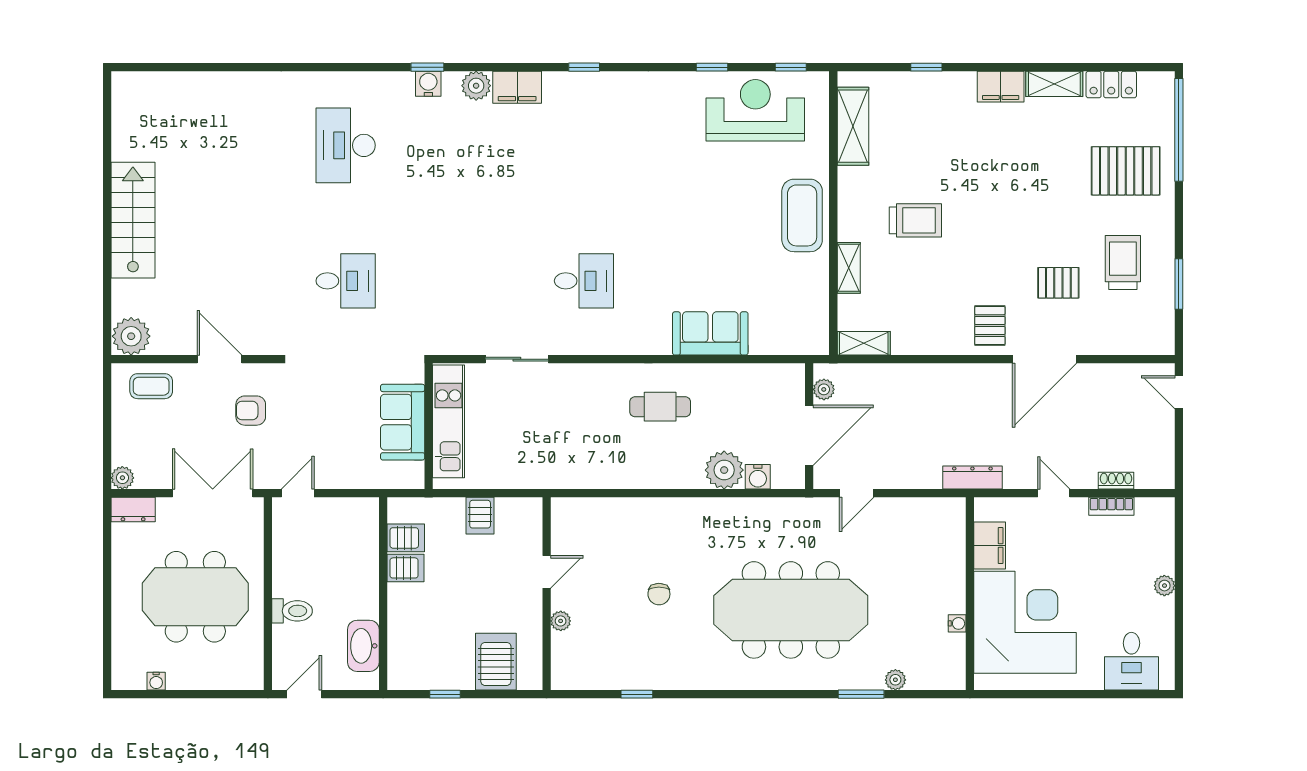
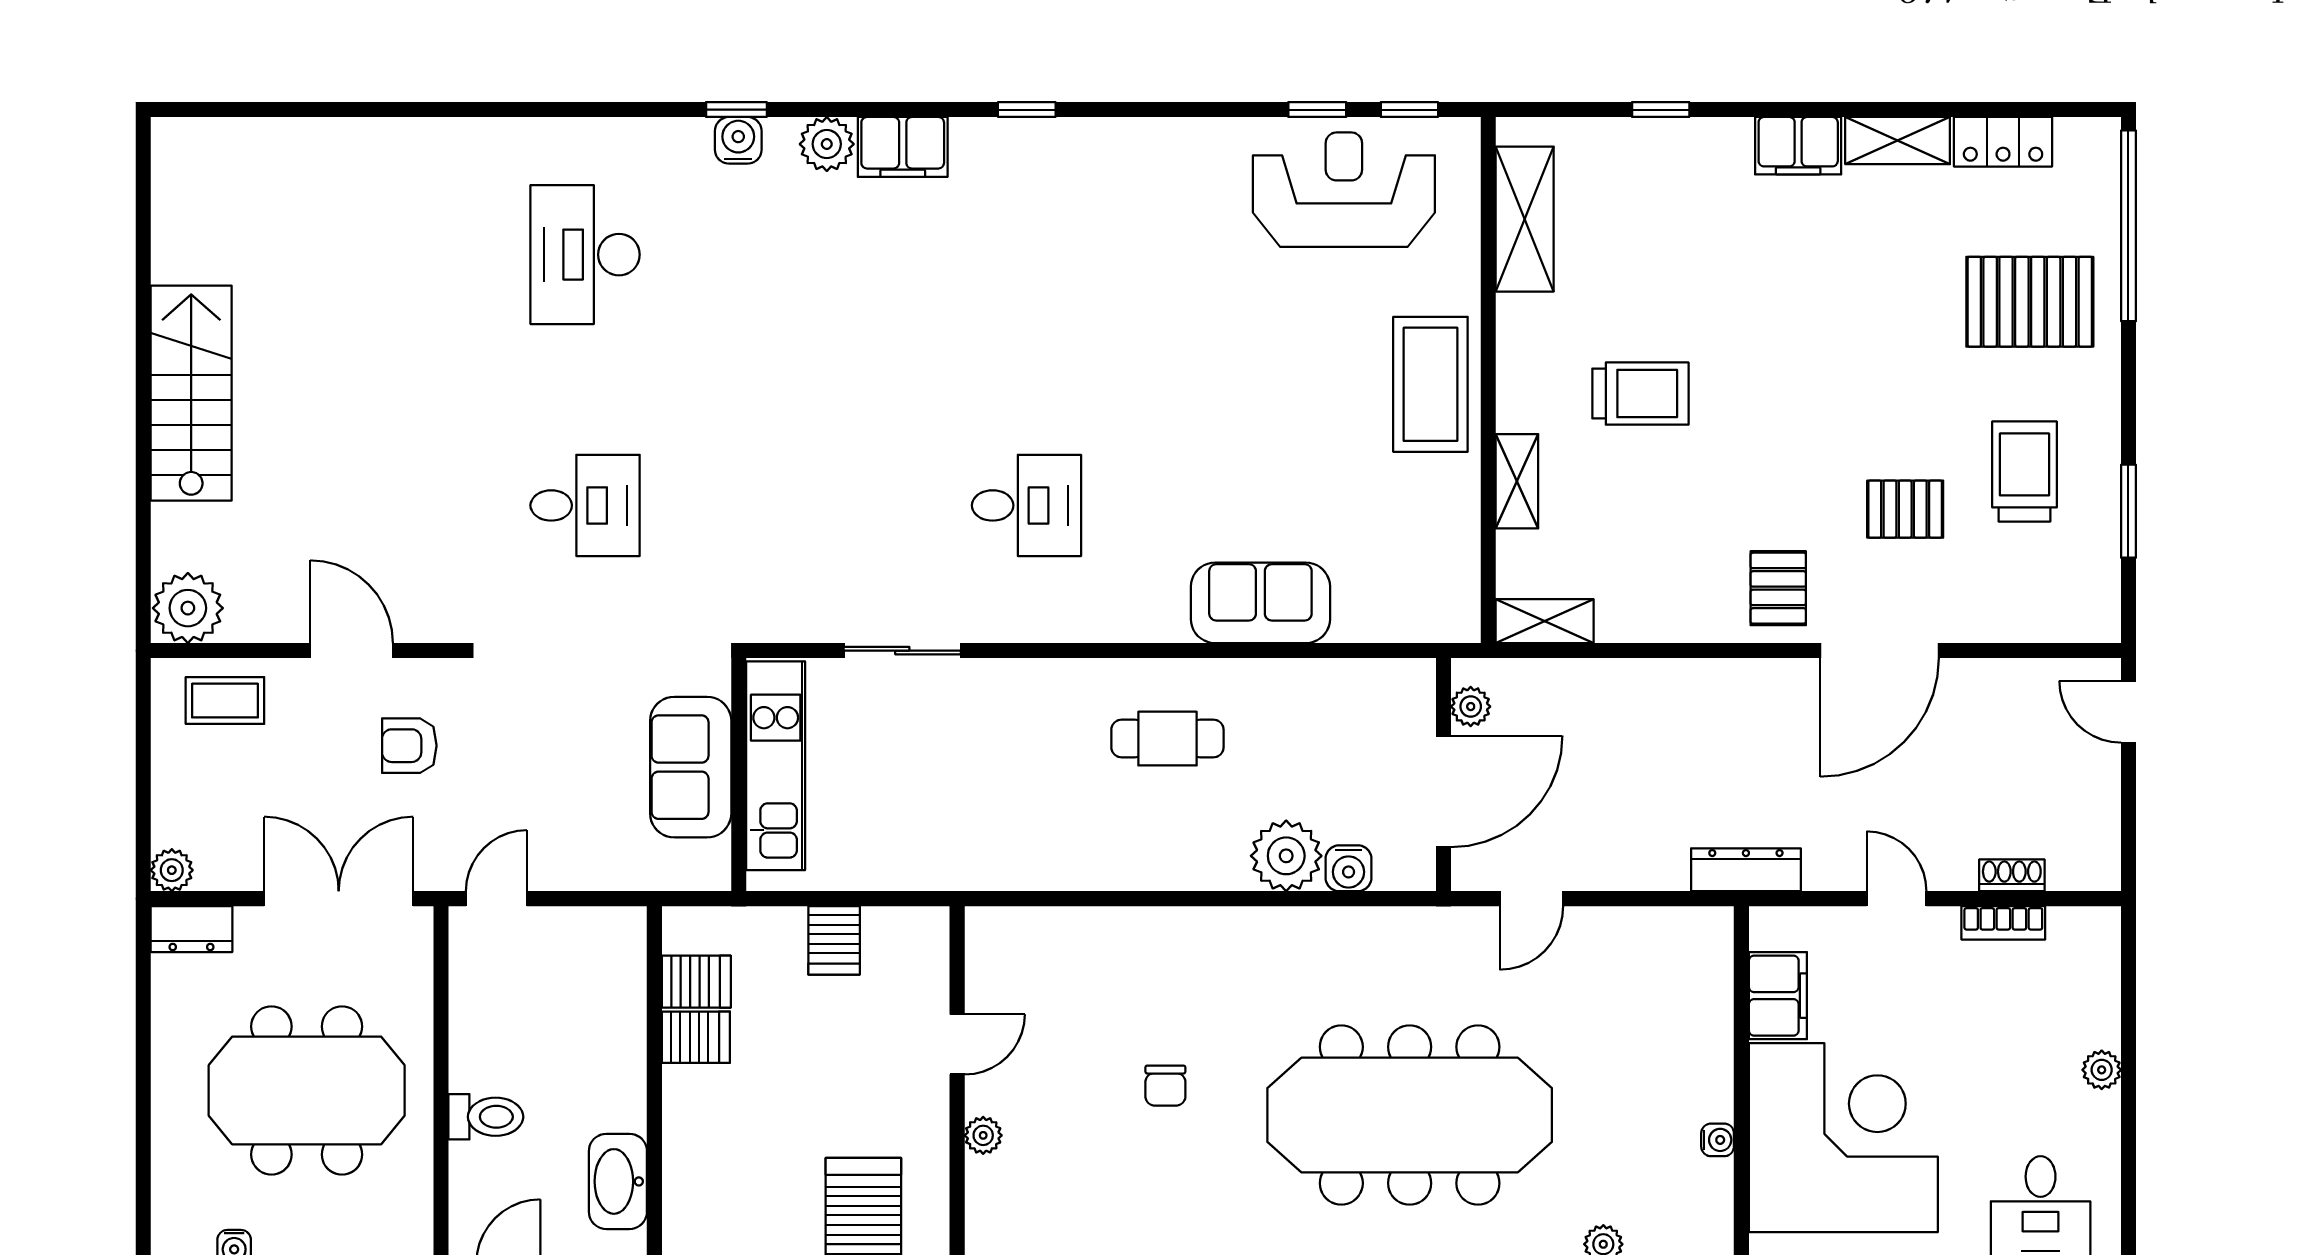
window: (712, 67) -> (1317, 110), moved

